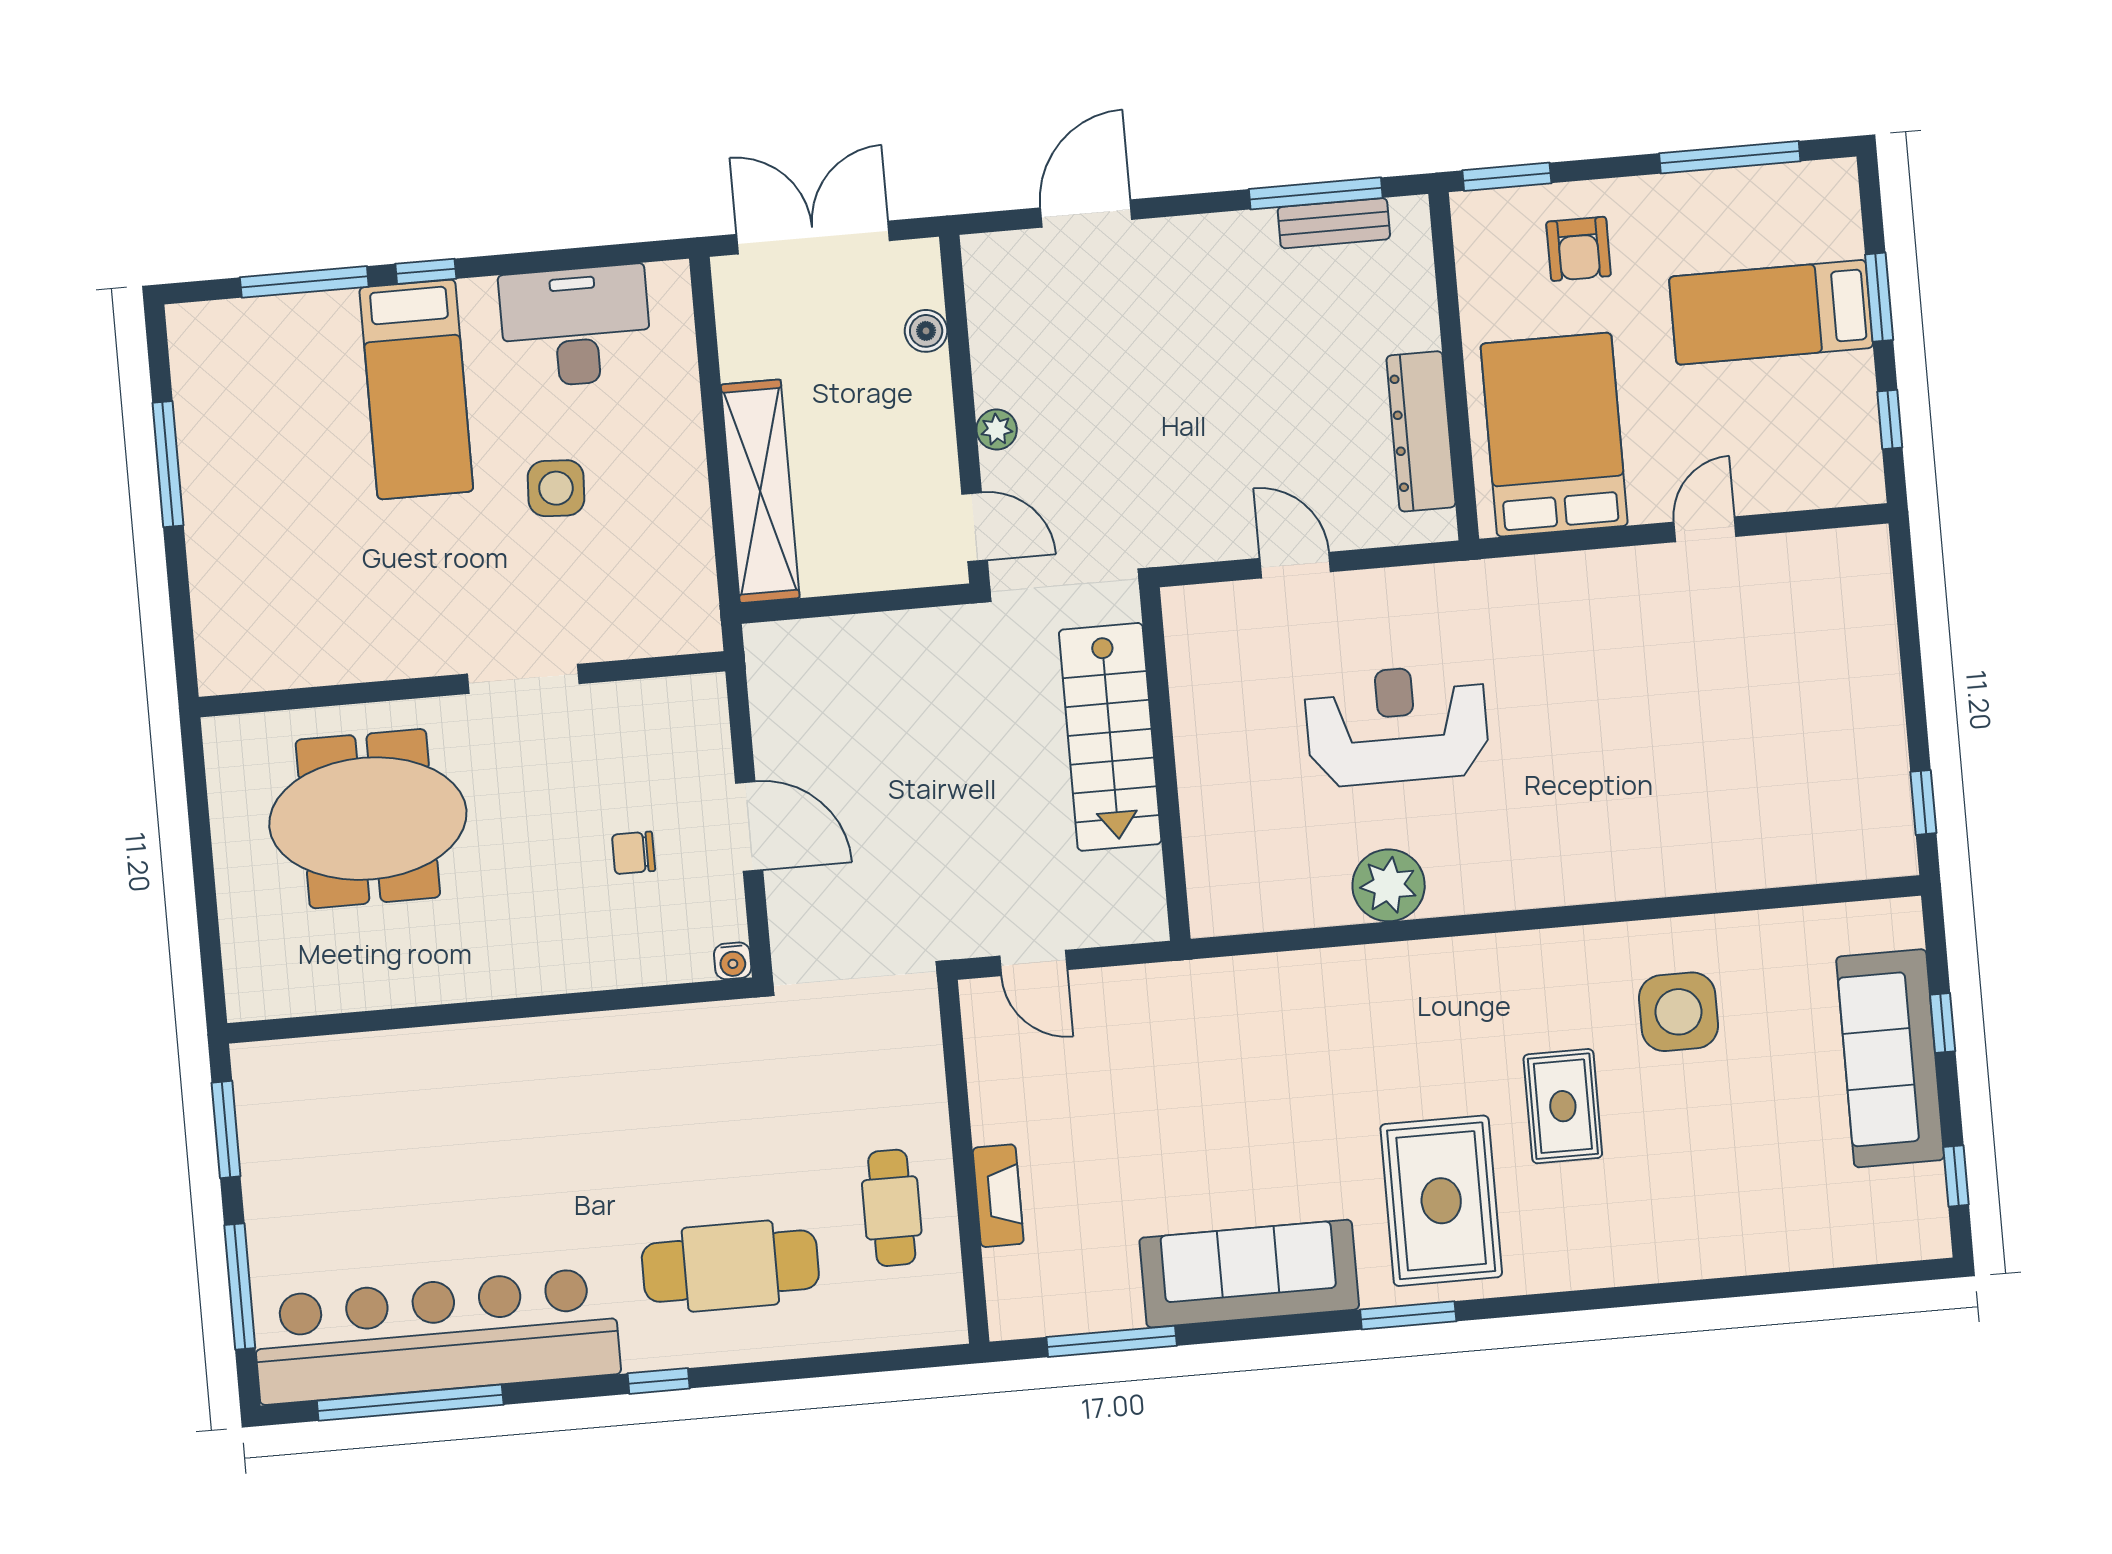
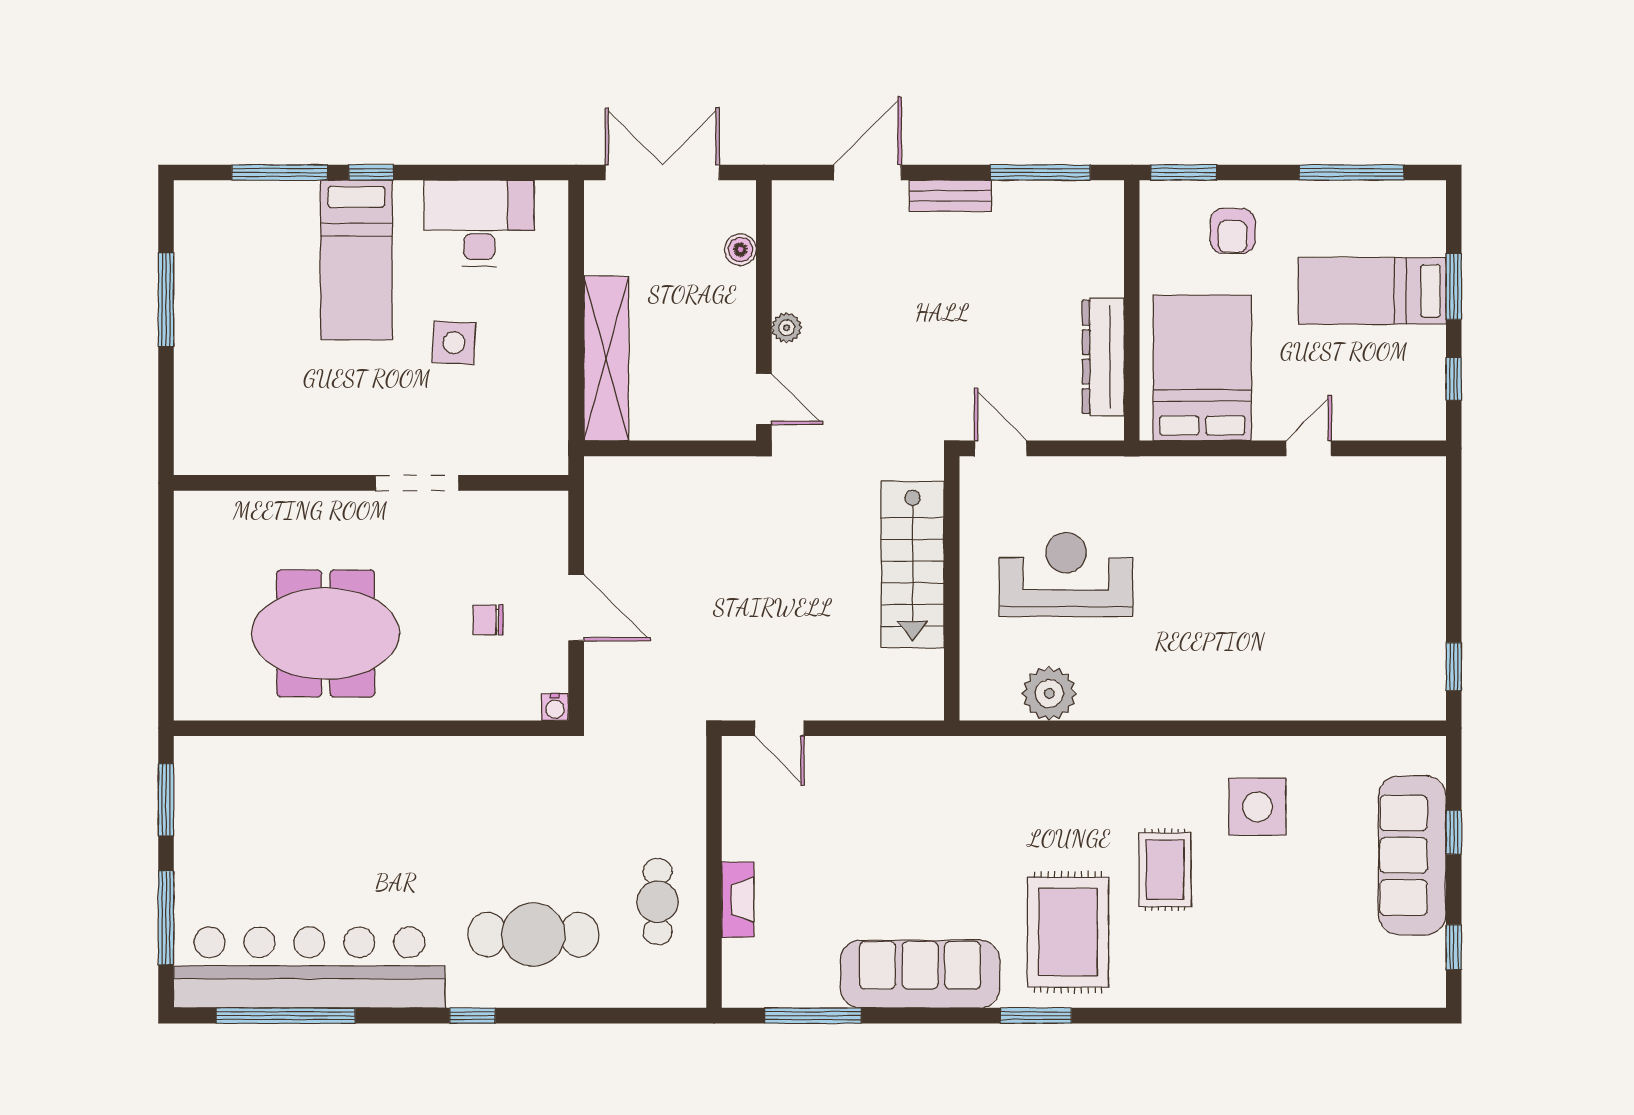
bench: (1334, 223) -> (950, 196), moved
stairs: (1110, 737) -> (913, 564), moved
wall: (1165, 764) -> (952, 588), moved
meeting table: (368, 819) -> (326, 633), moved

